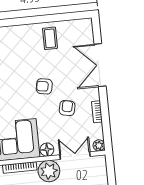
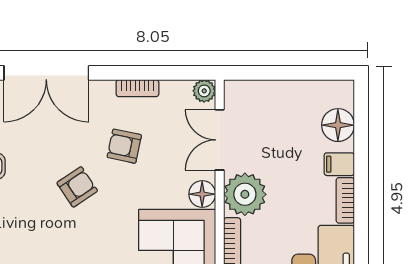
armchair: (44, 86) -> (77, 187), turned -134

